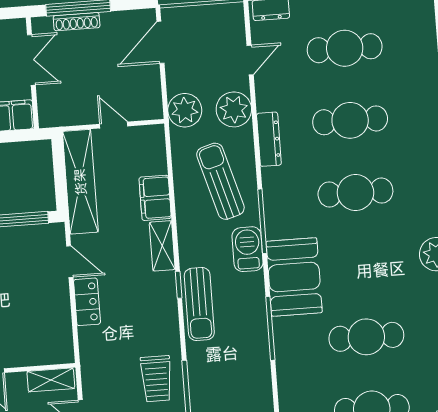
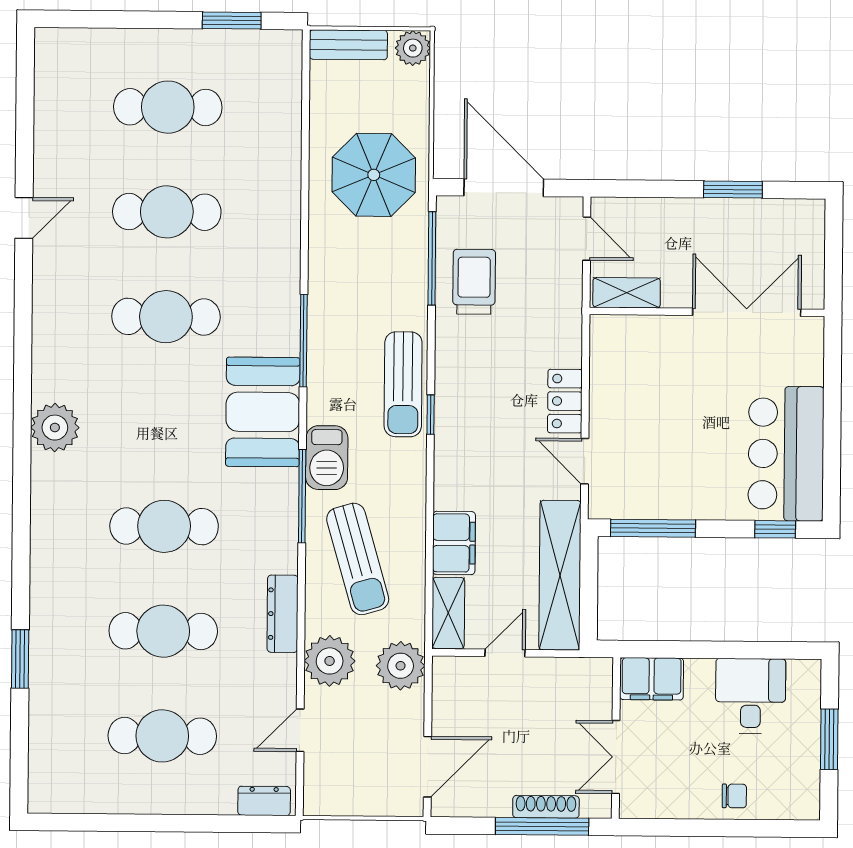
door: (114, 125) -> (505, 653), swing flipped
shelving: (162, 246) -> (448, 613), moved
sun lounger: (199, 304) -> (403, 384), turned 180

